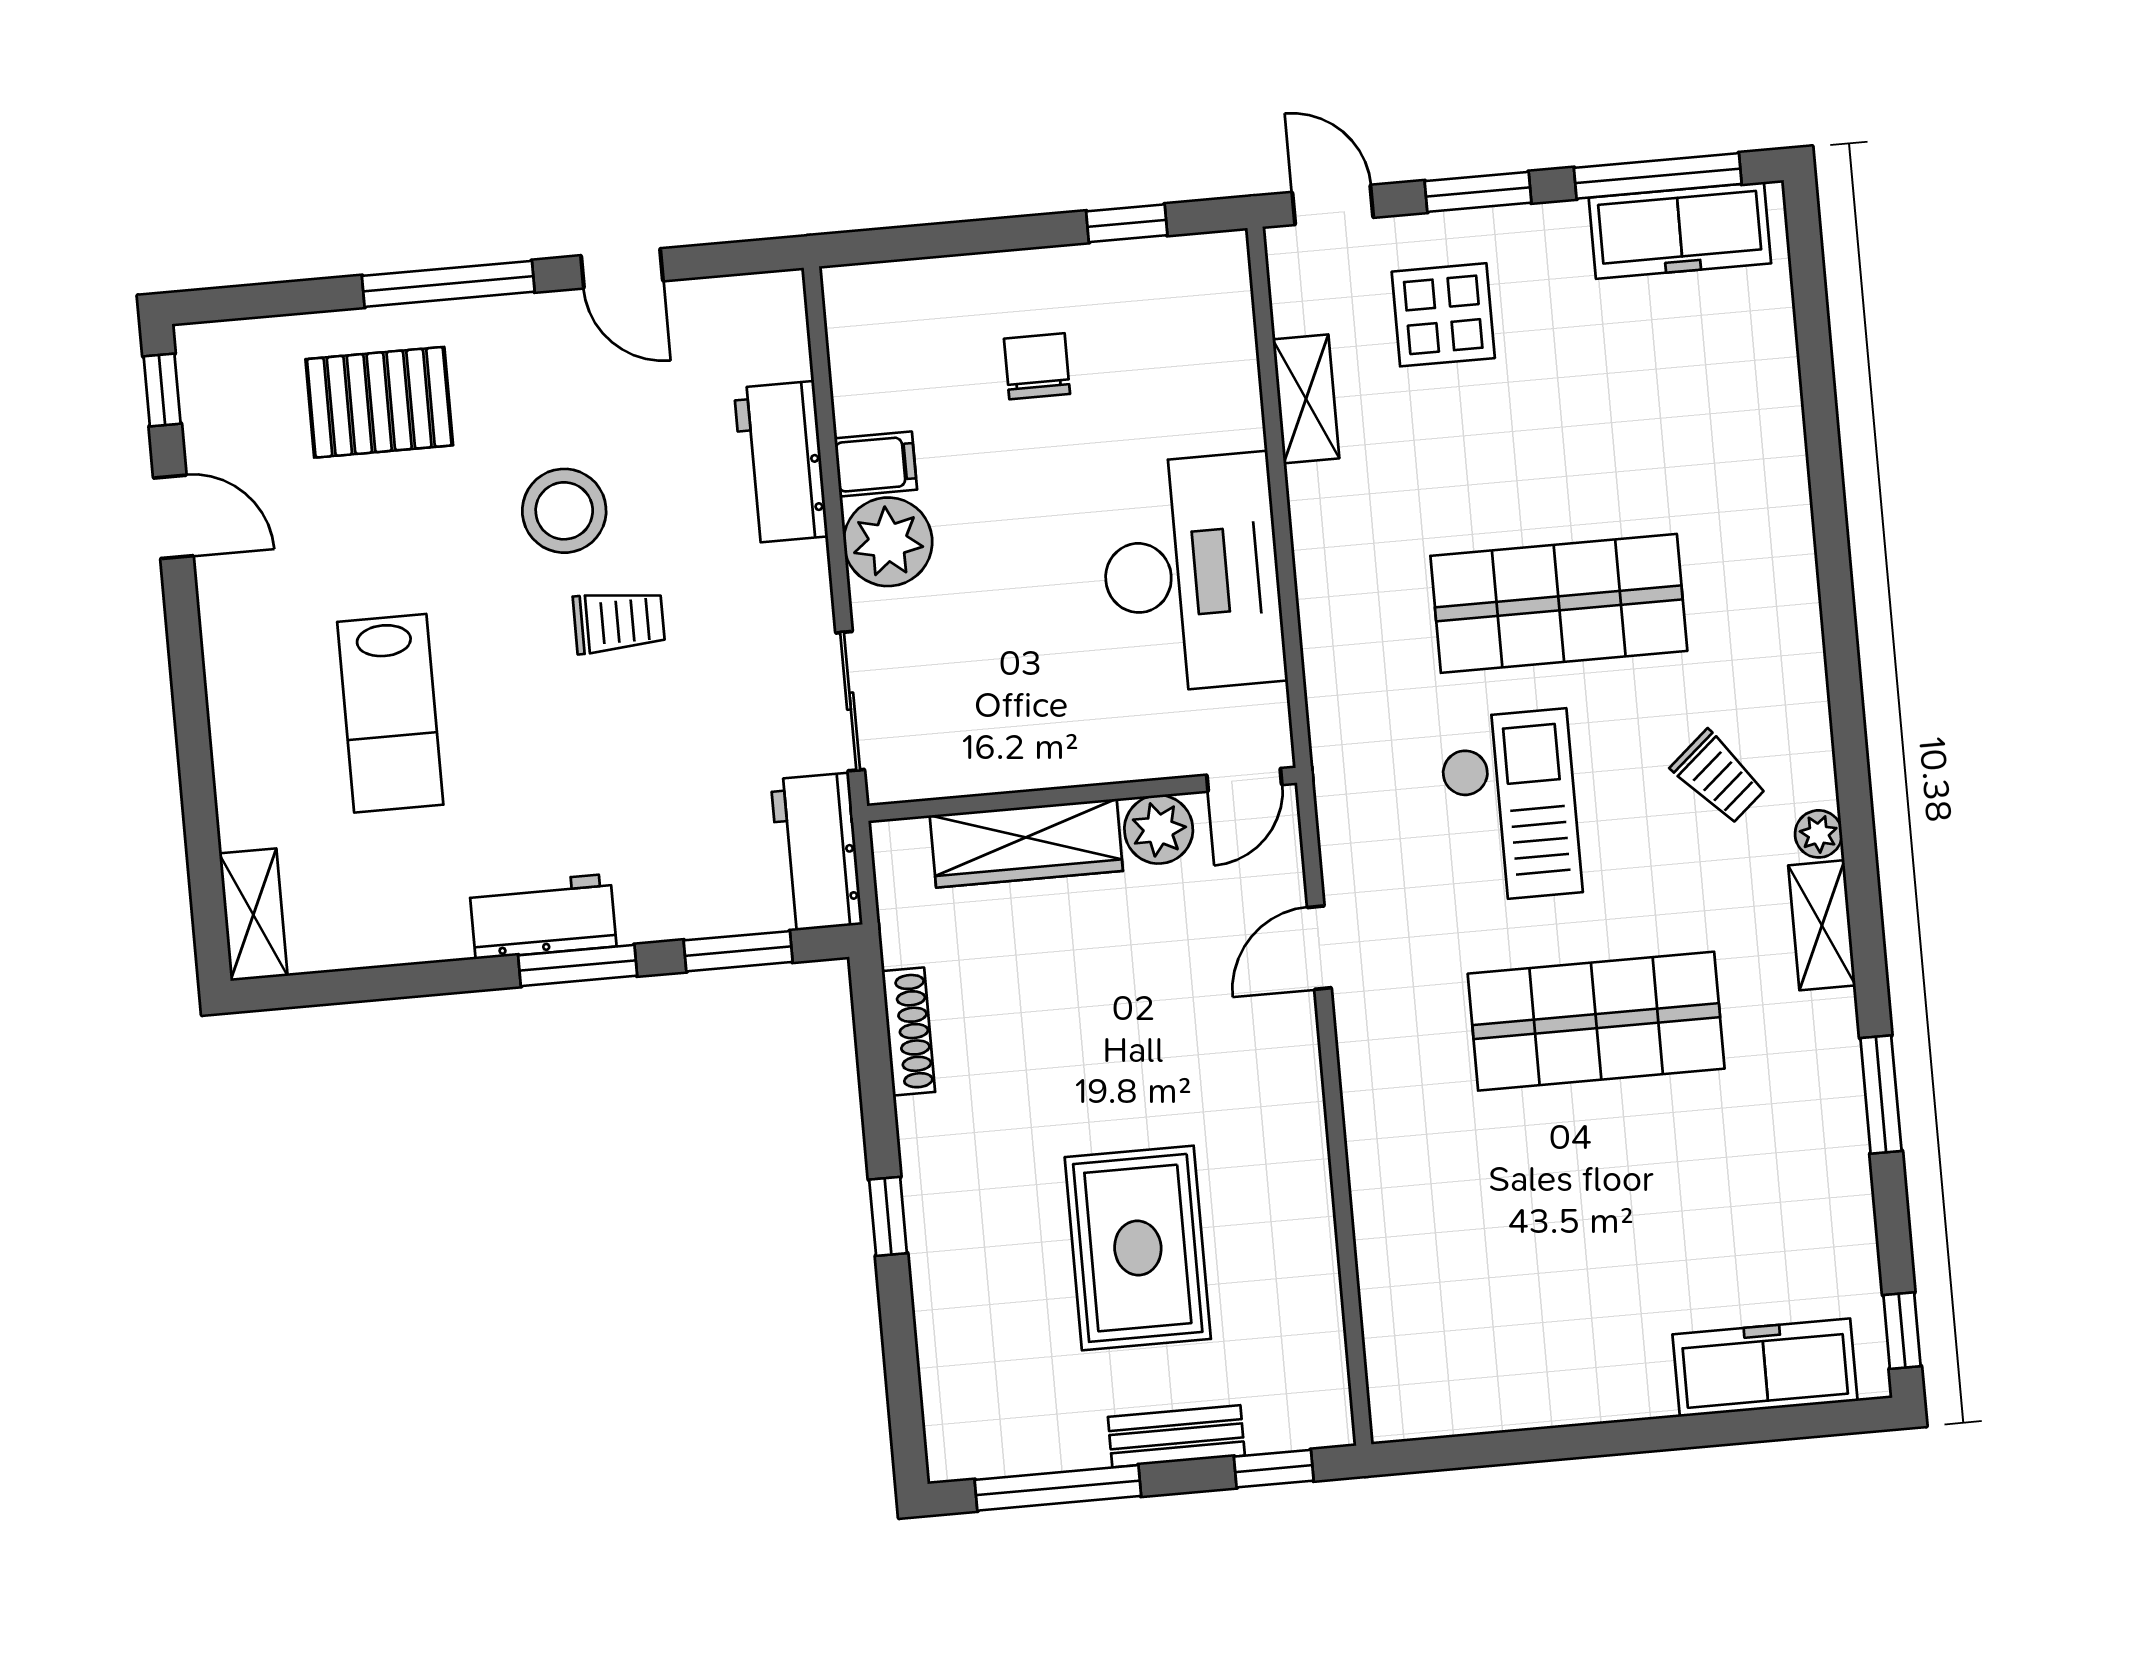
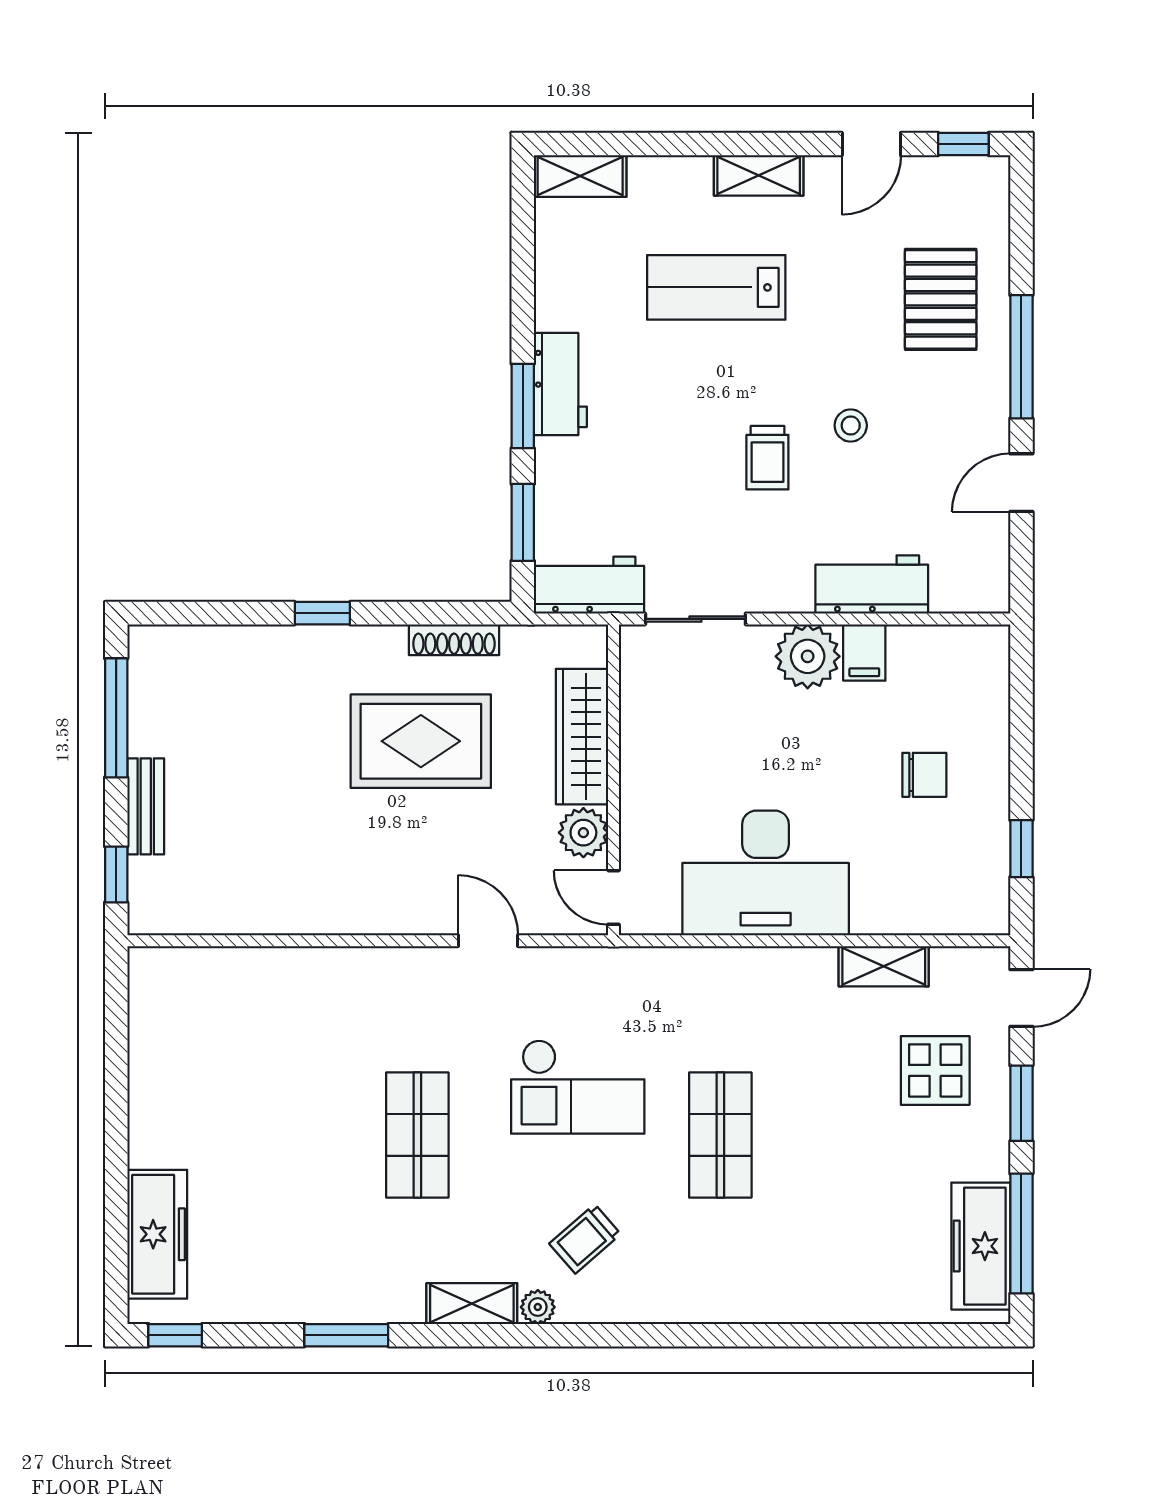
stool: (564, 511) -> (851, 425), width x0.53, depth x0.53
shop shelf: (1559, 603) -> (720, 1135), width x0.70, depth x0.74
shelving: (231, 669) -> (759, 175), added
shop shelf: (1596, 1021) -> (417, 1135), width x0.70, depth x0.74
rug: (1138, 1248) -> (421, 741), moved

